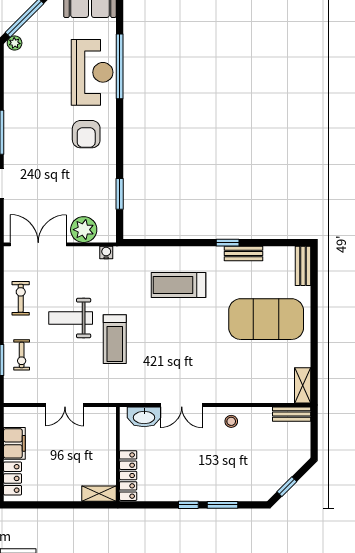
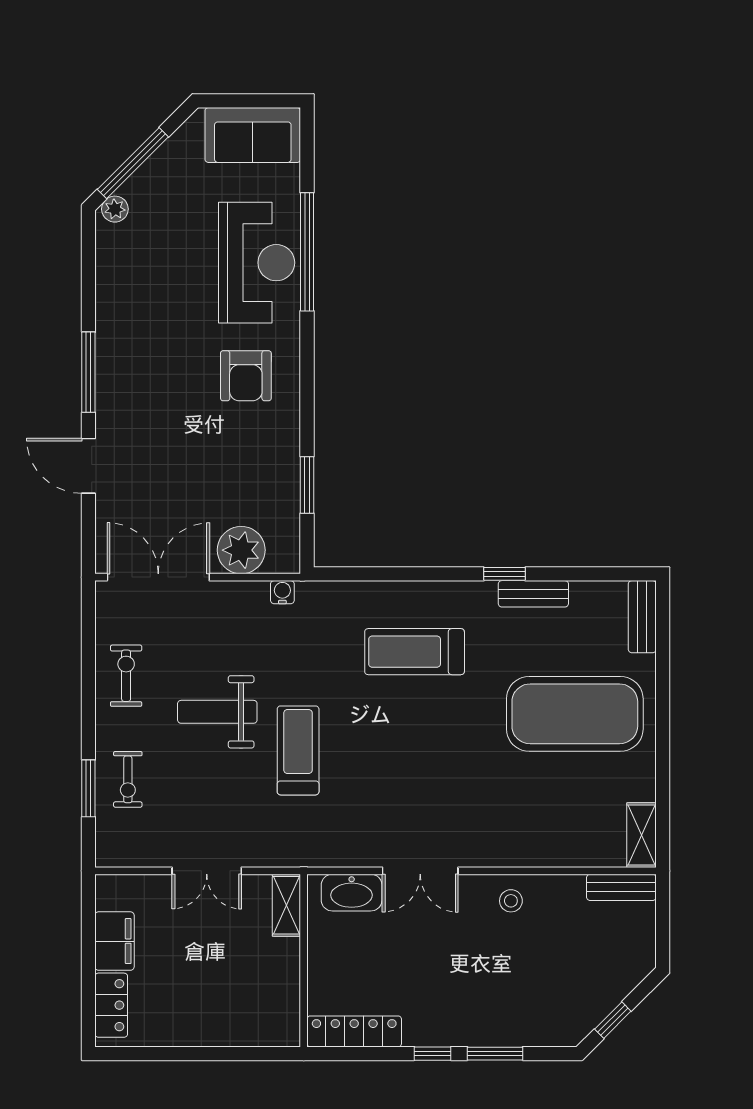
treadmill: (115, 339) -> (298, 750), turned 180
locker: (128, 476) -> (354, 1031), moved, turned -90
shelving: (99, 494) -> (286, 905), moved, turned 90

